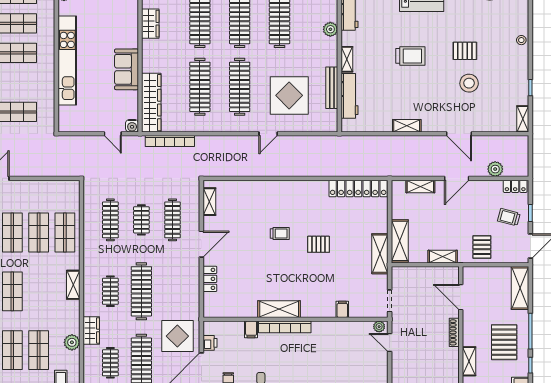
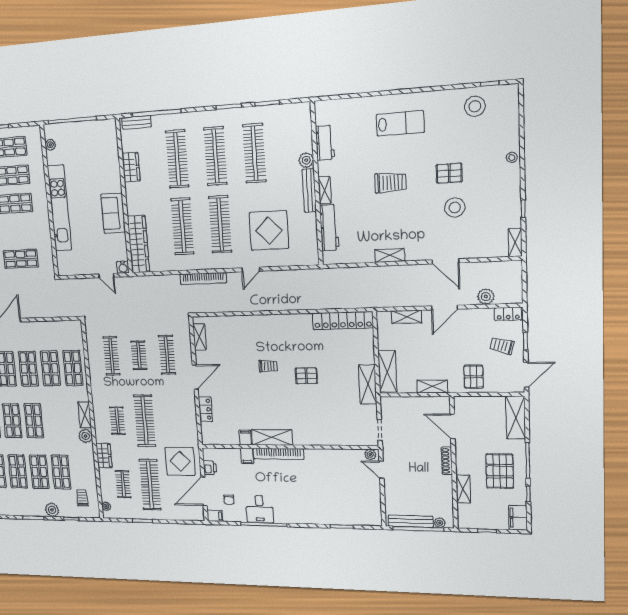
bench: (332, 88) -> (309, 190), moved
bookcase: (170, 141) -> (203, 279), moved
filing cabinet: (342, 309) -> (245, 437), moved
plant: (72, 342) -> (86, 436), moved

